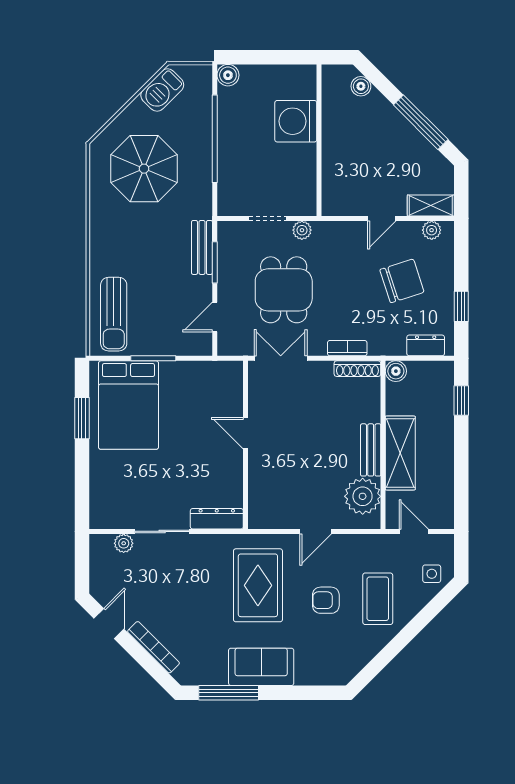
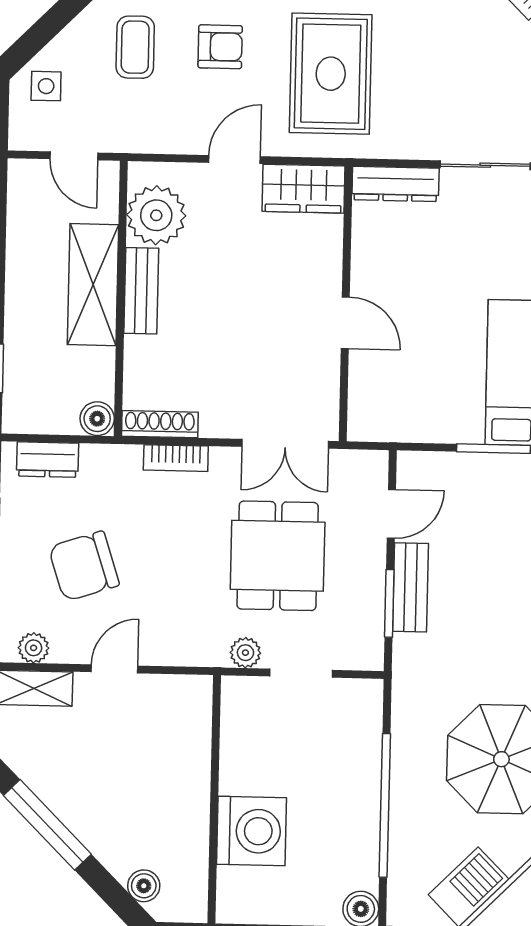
bench: (202, 247) -> (411, 587), moved
wardrobe: (273, 515) -> (304, 189), added
coffee table: (378, 599) -> (135, 47), width x0.73, depth x0.77

